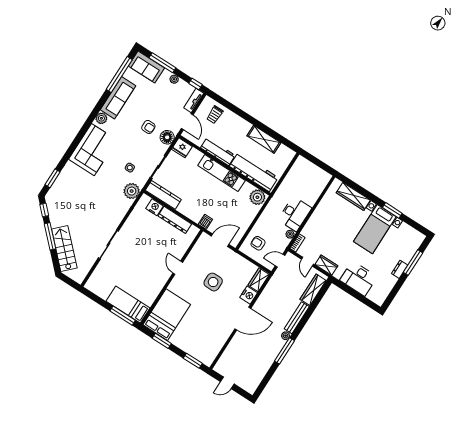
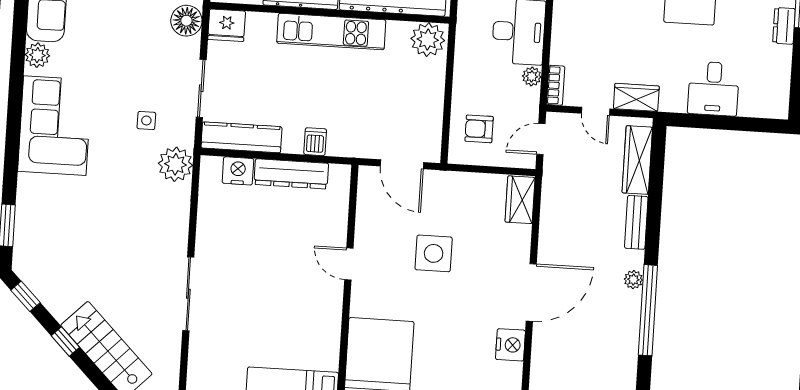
armchair: (148, 127) -> (139, 21), removed
dishwasher: (205, 222) -> (315, 142), moved
window: (50, 236) -> (65, 341), width x0.46
door: (220, 240) -> (402, 164), swing flipped
desk: (358, 278) -> (713, 89), width x0.73
nightstand: (249, 295) -> (510, 345), moved
bench: (297, 318) -> (636, 222), width x0.73
window: (285, 351) -> (648, 310), width x1.46

